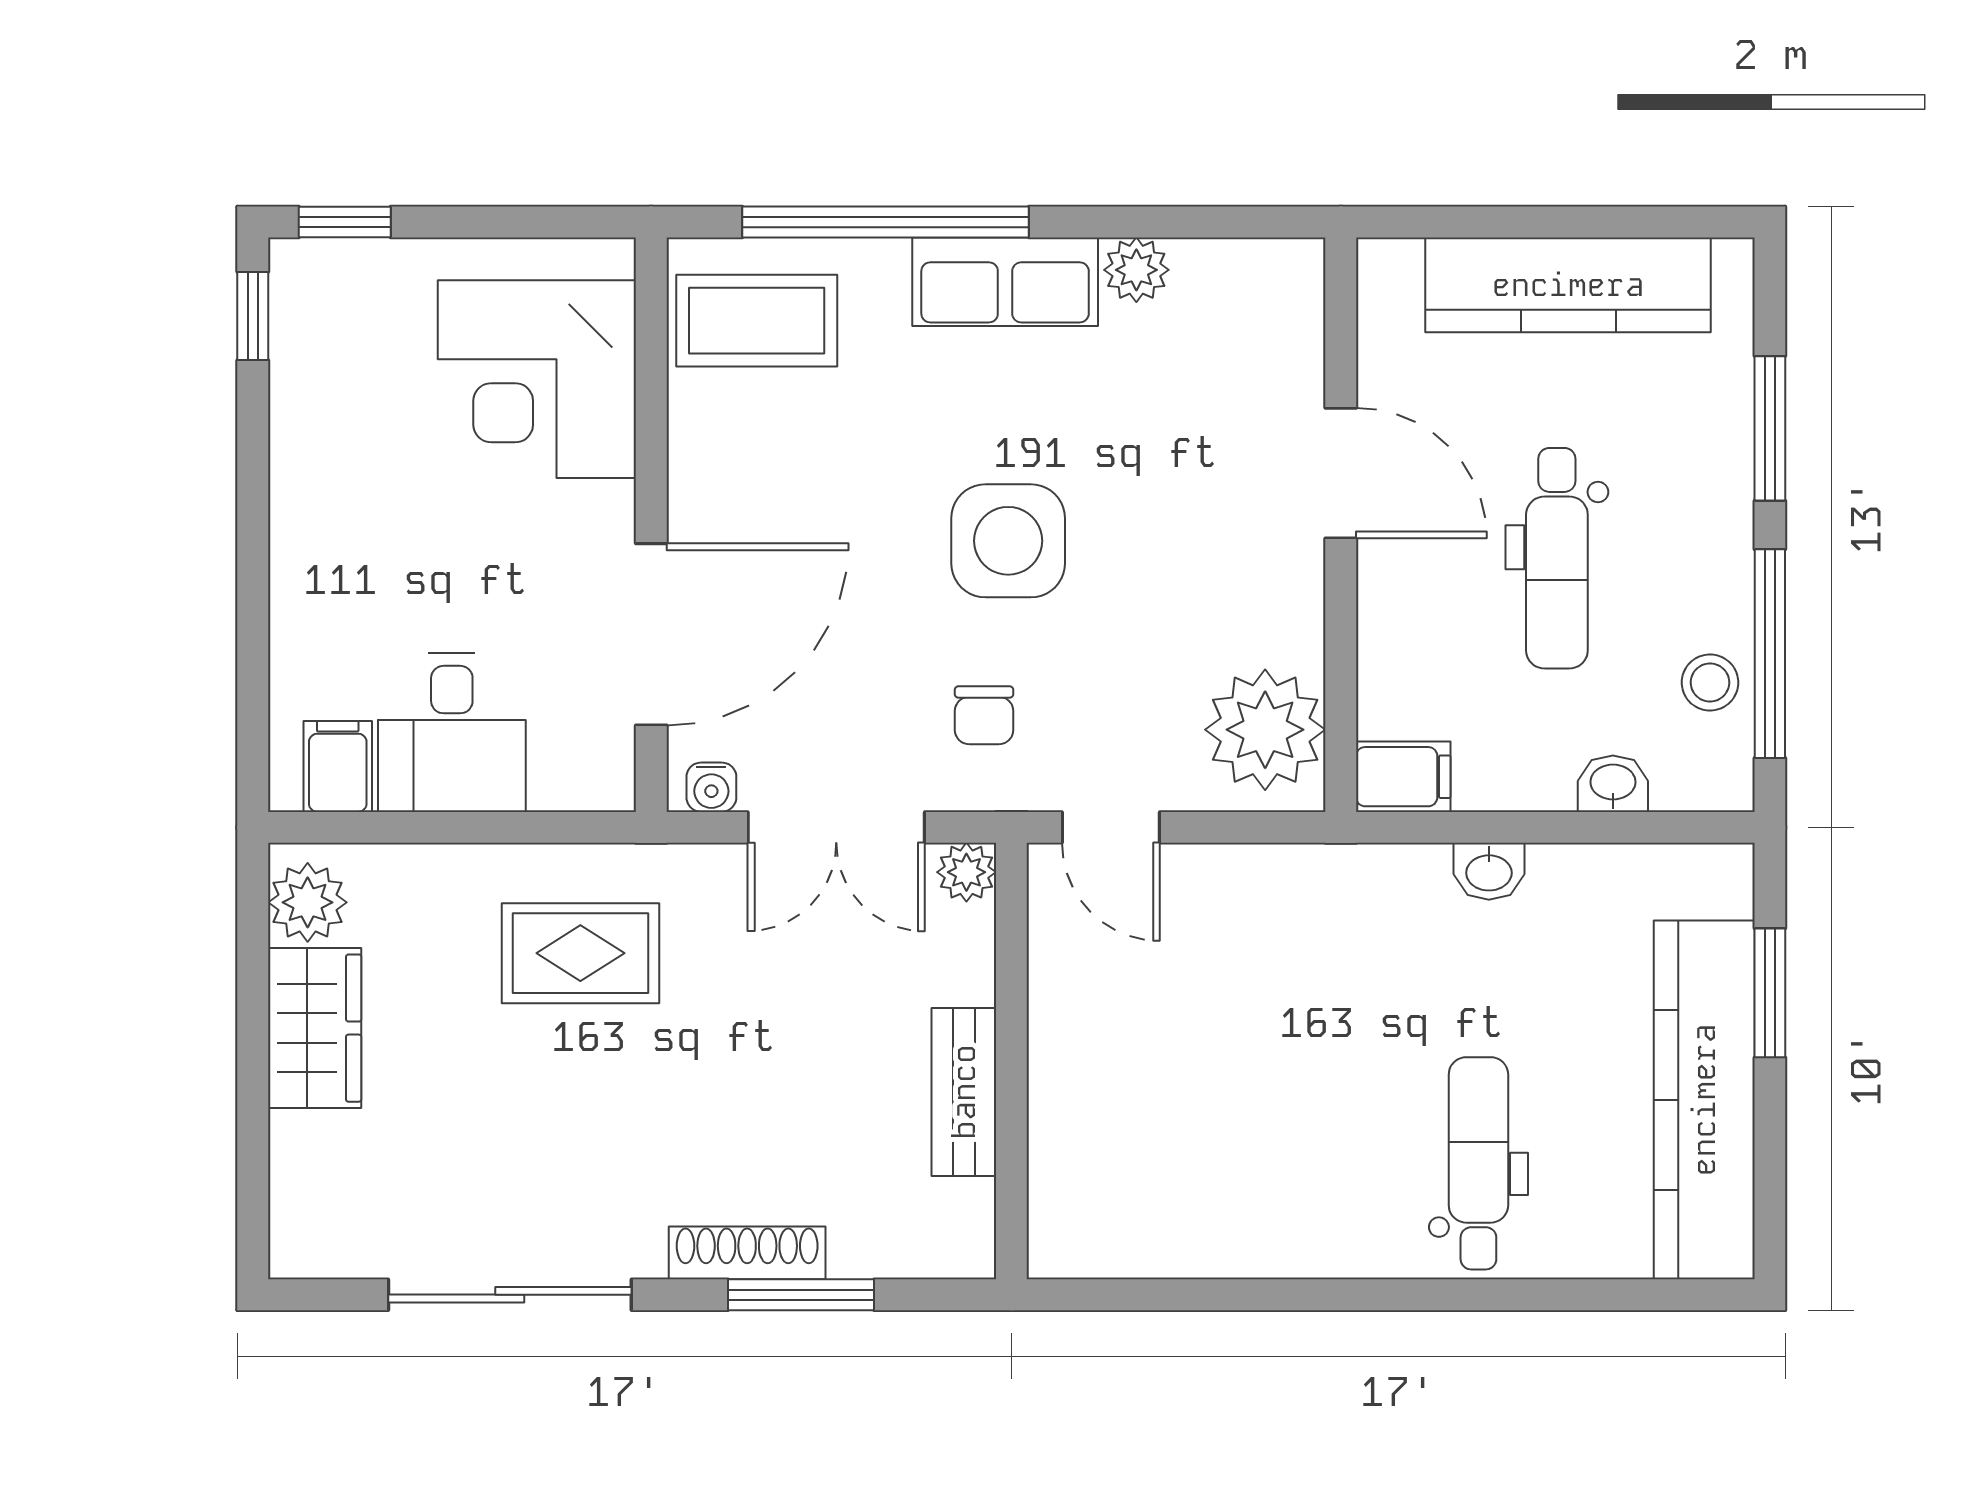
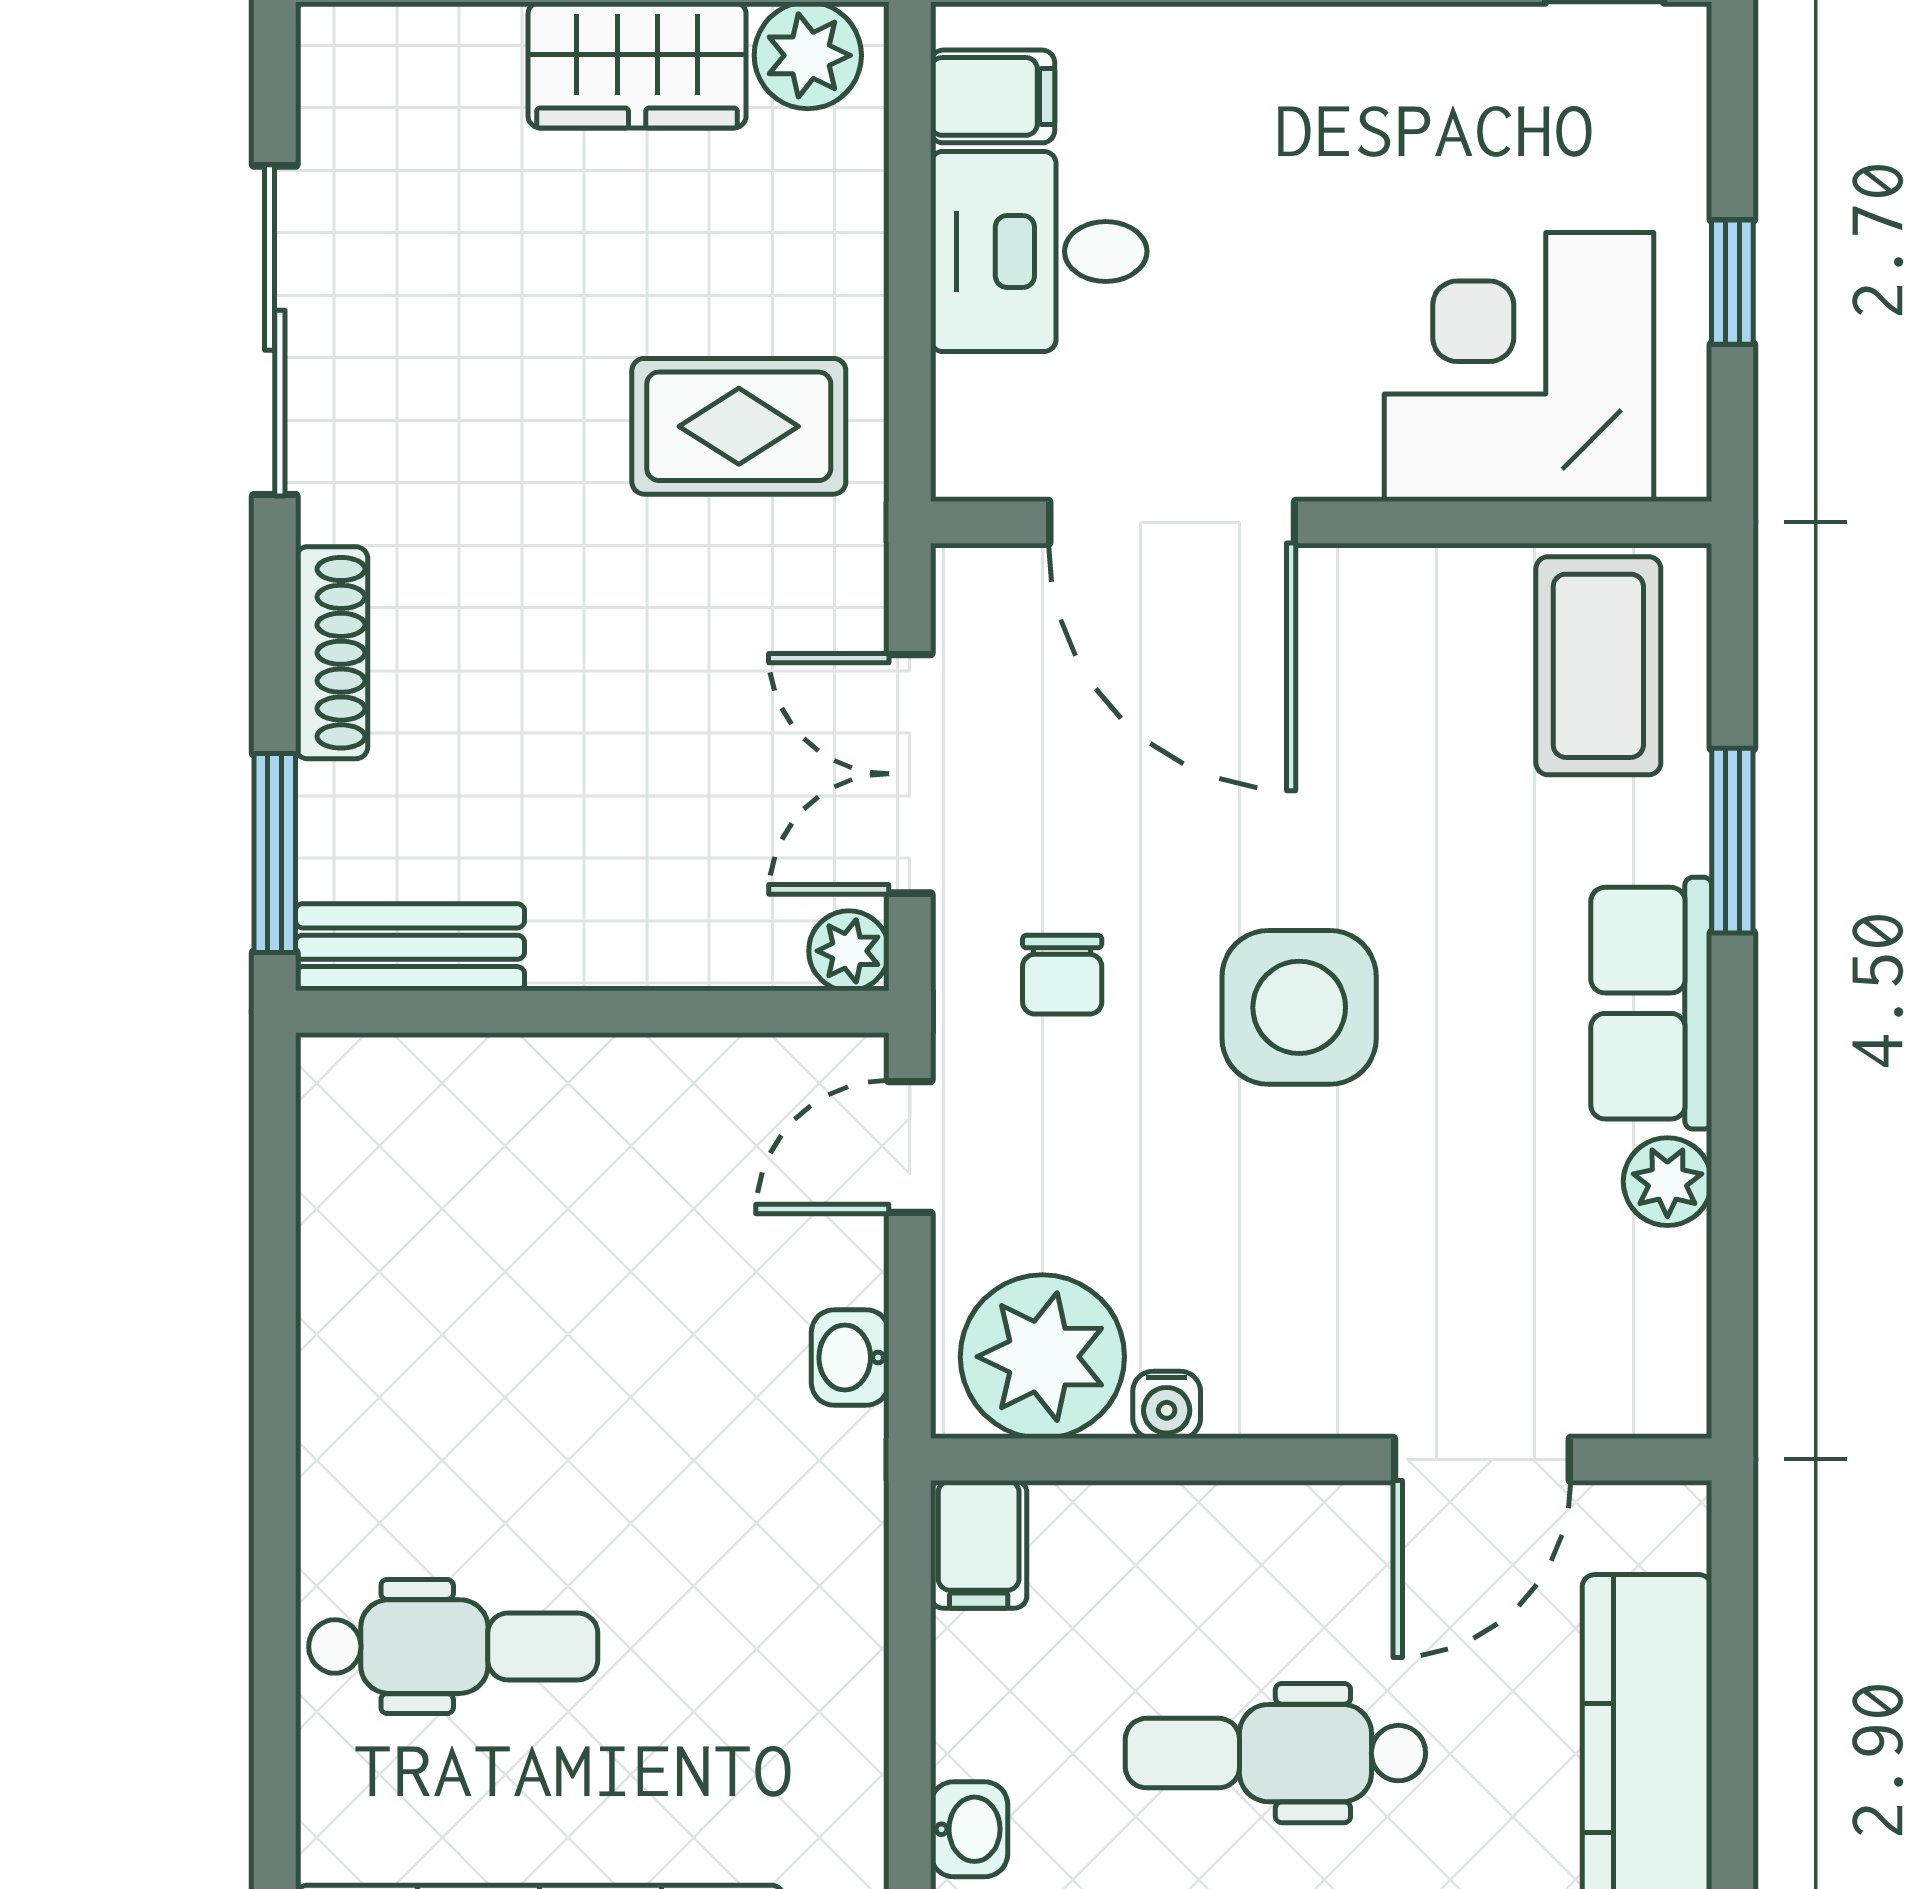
window: (345, 222) -> (1732, 282), moved
window: (885, 222) -> (1732, 841), width x0.47
door: (1341, 473) -> (1482, 1459), moved
chair: (984, 715) -> (1062, 975), turned -90
water cooler: (711, 787) -> (1167, 1405), moved, turned -90
washbasin: (1489, 871) -> (850, 1358), moved
rug: (580, 953) -> (739, 426), turned 90
bench: (964, 1092) -> (410, 947), moved
window: (801, 1295) -> (275, 853), moved

